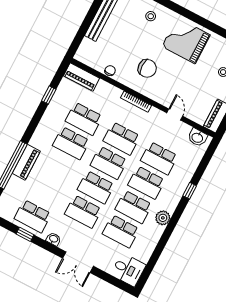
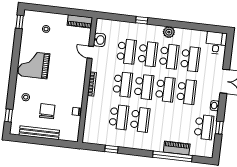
grand piano: (186, 41) -> (34, 65), turned 90
chair: (147, 68) -> (47, 111), moved
piano: (81, 77) -> (89, 130), removed
door: (175, 115) -> (90, 52), hinge flipped
washbasin: (197, 137) -> (100, 40), moved
piano: (26, 162) -> (177, 148), moved

